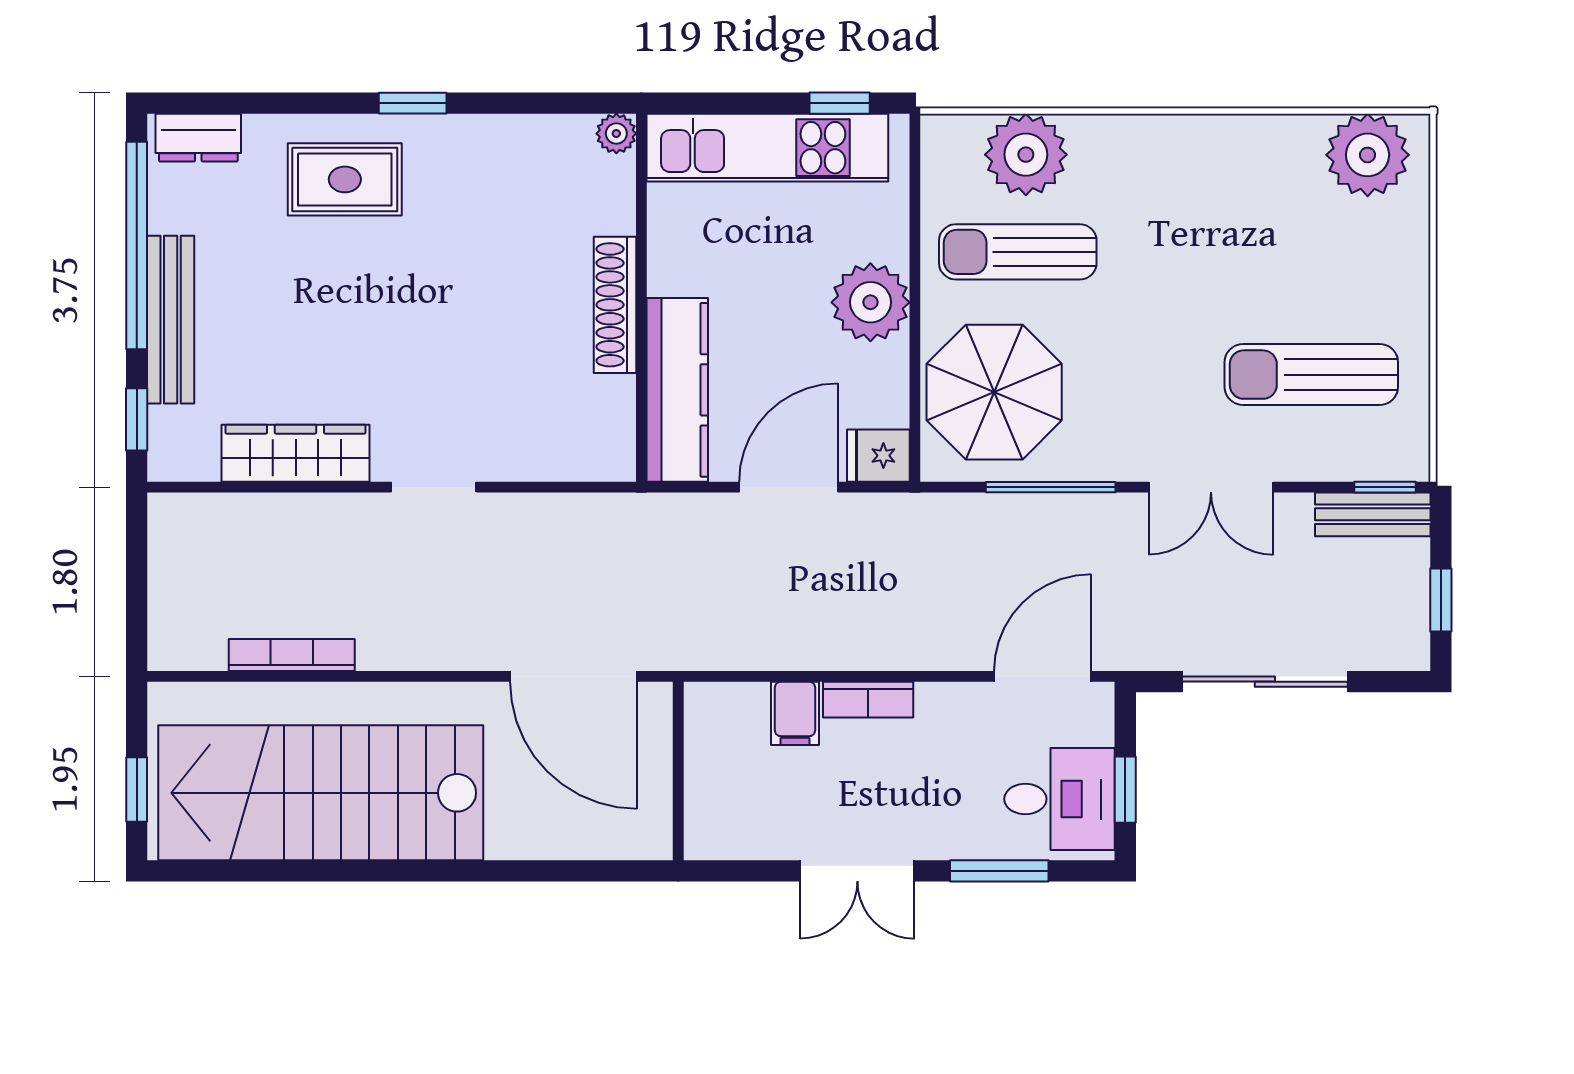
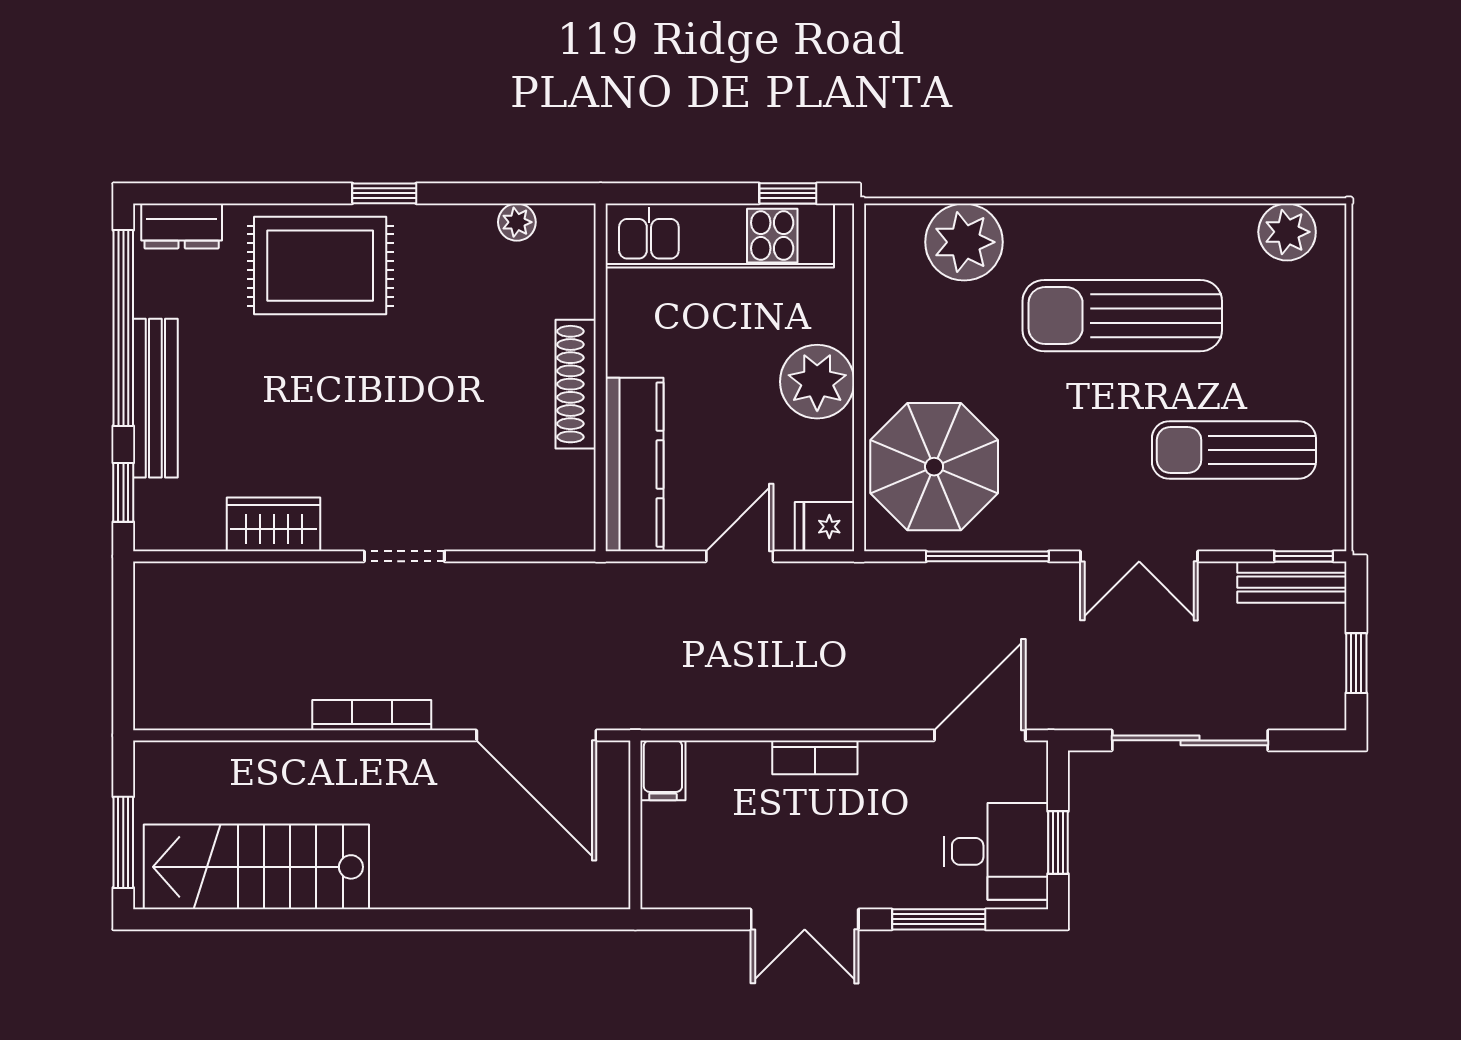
plant: (616, 134) -> (517, 222), moved
plant: (1368, 155) -> (1287, 232), width x0.73, depth x0.73
rug: (345, 179) -> (320, 266), width x1.36, depth x1.43
sun lounger: (1018, 252) -> (1122, 316), moved, width x1.36, depth x1.34
wardrobe: (296, 453) -> (274, 524), width x0.67
door: (789, 487) -> (740, 556), width x0.73
bookcase: (292, 655) -> (372, 715), moved
filing cabinet: (795, 713) -> (663, 770), moved
window: (137, 789) -> (123, 842), width x1.50
stairs: (321, 793) -> (256, 867), width x0.73, depth x0.66

